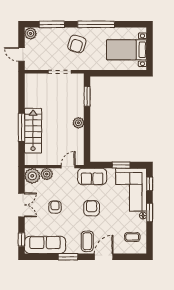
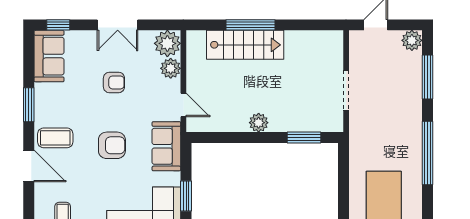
armchair: (77, 44) -> (394, 120), removed
sofa: (45, 245) -> (49, 56), width x0.73

